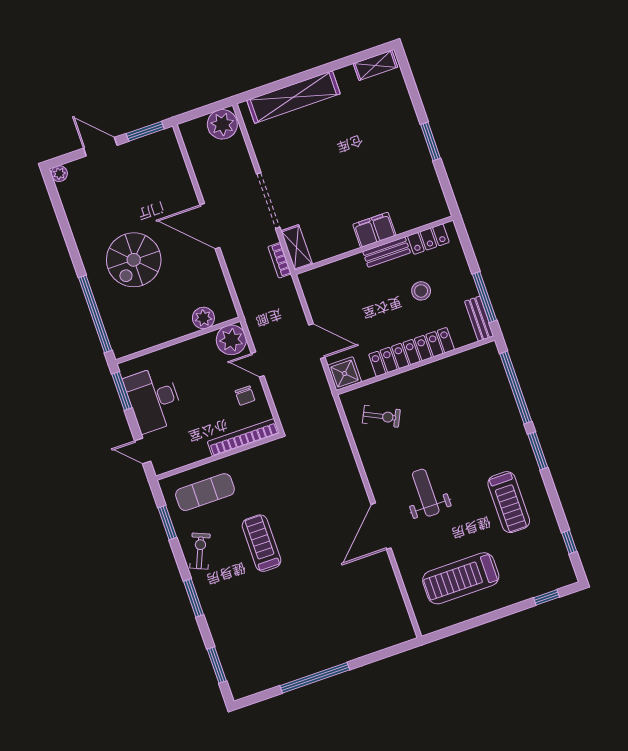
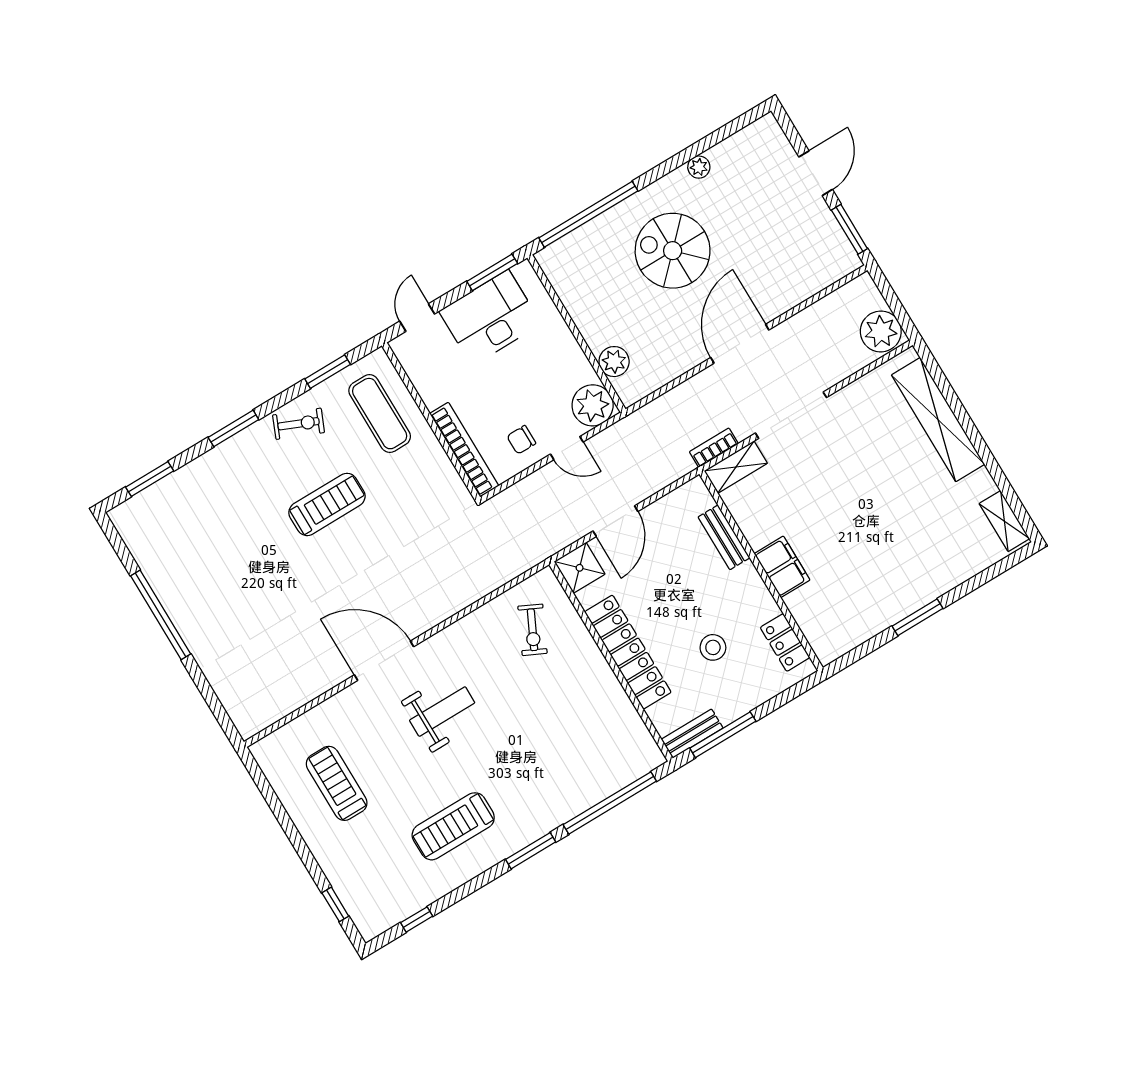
plant: (59, 174) -> (699, 167), moved
bench: (387, 252) -> (724, 537), moved
door: (258, 365) -> (567, 448), swing flipped
treadmill: (461, 578) -> (337, 783), width x0.73, depth x0.73

